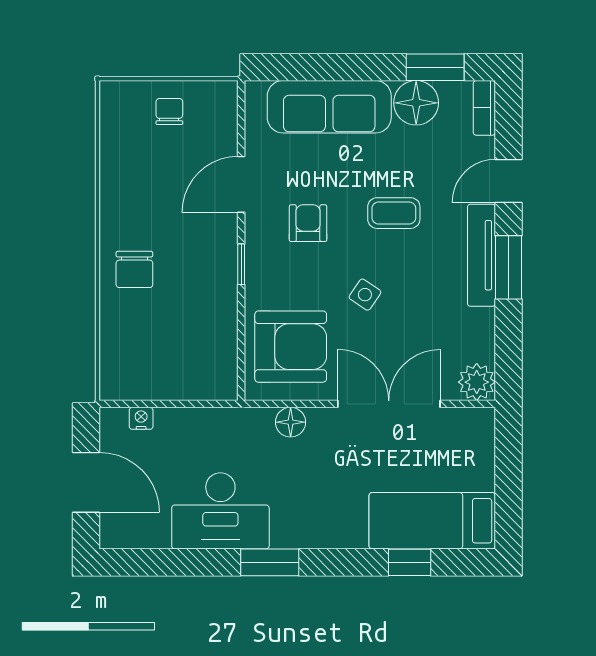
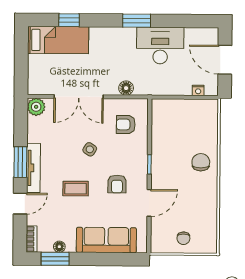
floor lamp: (416, 103) -> (59, 247), width x0.53, depth x0.53
armchair: (291, 347) -> (126, 125), width x0.53, depth x0.53

